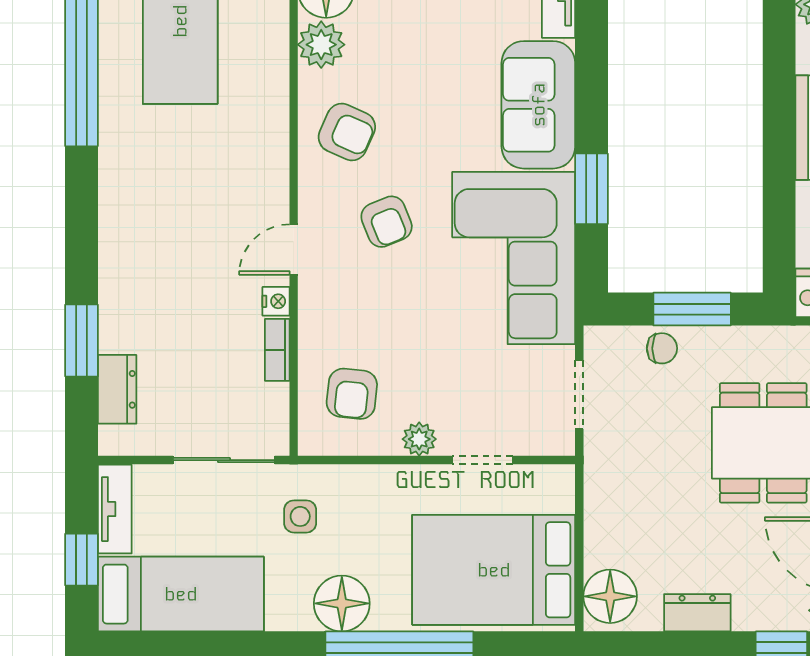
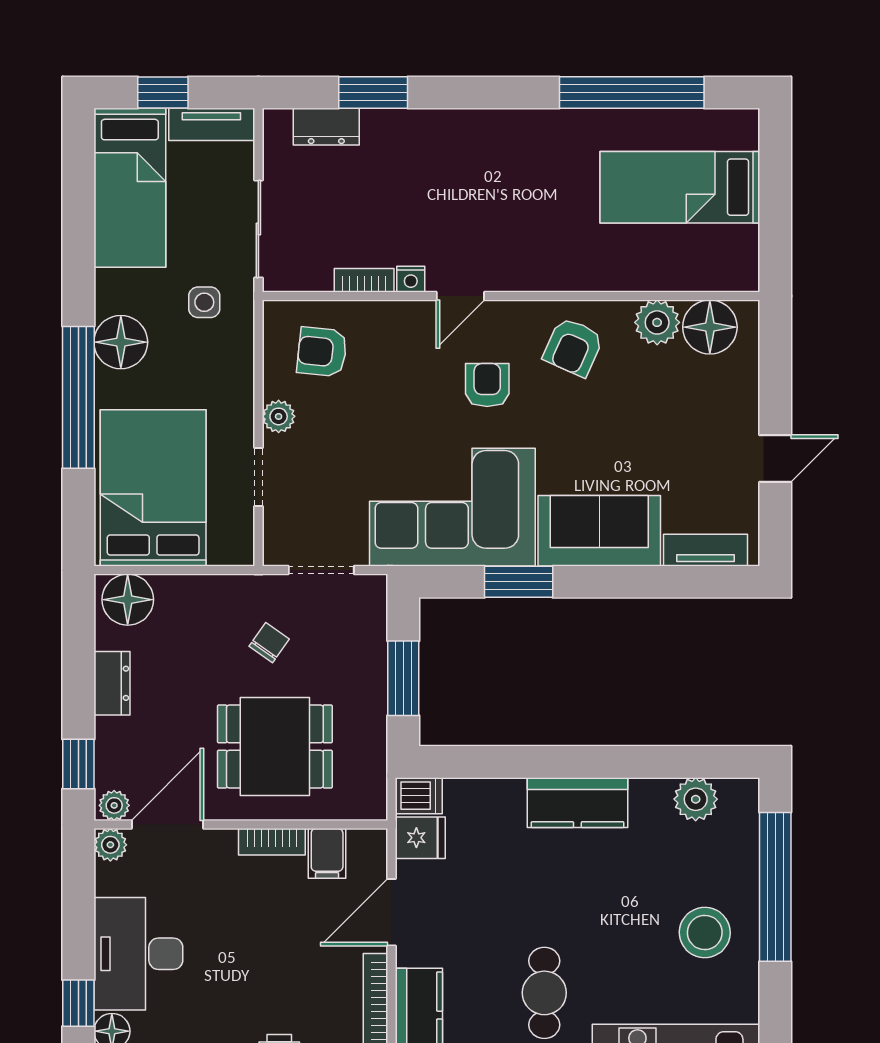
armchair: (387, 222) -> (487, 385), turned 112
door: (294, 250) -> (460, 296), swing flipped
chair: (662, 348) -> (269, 643), moved, turned -145

